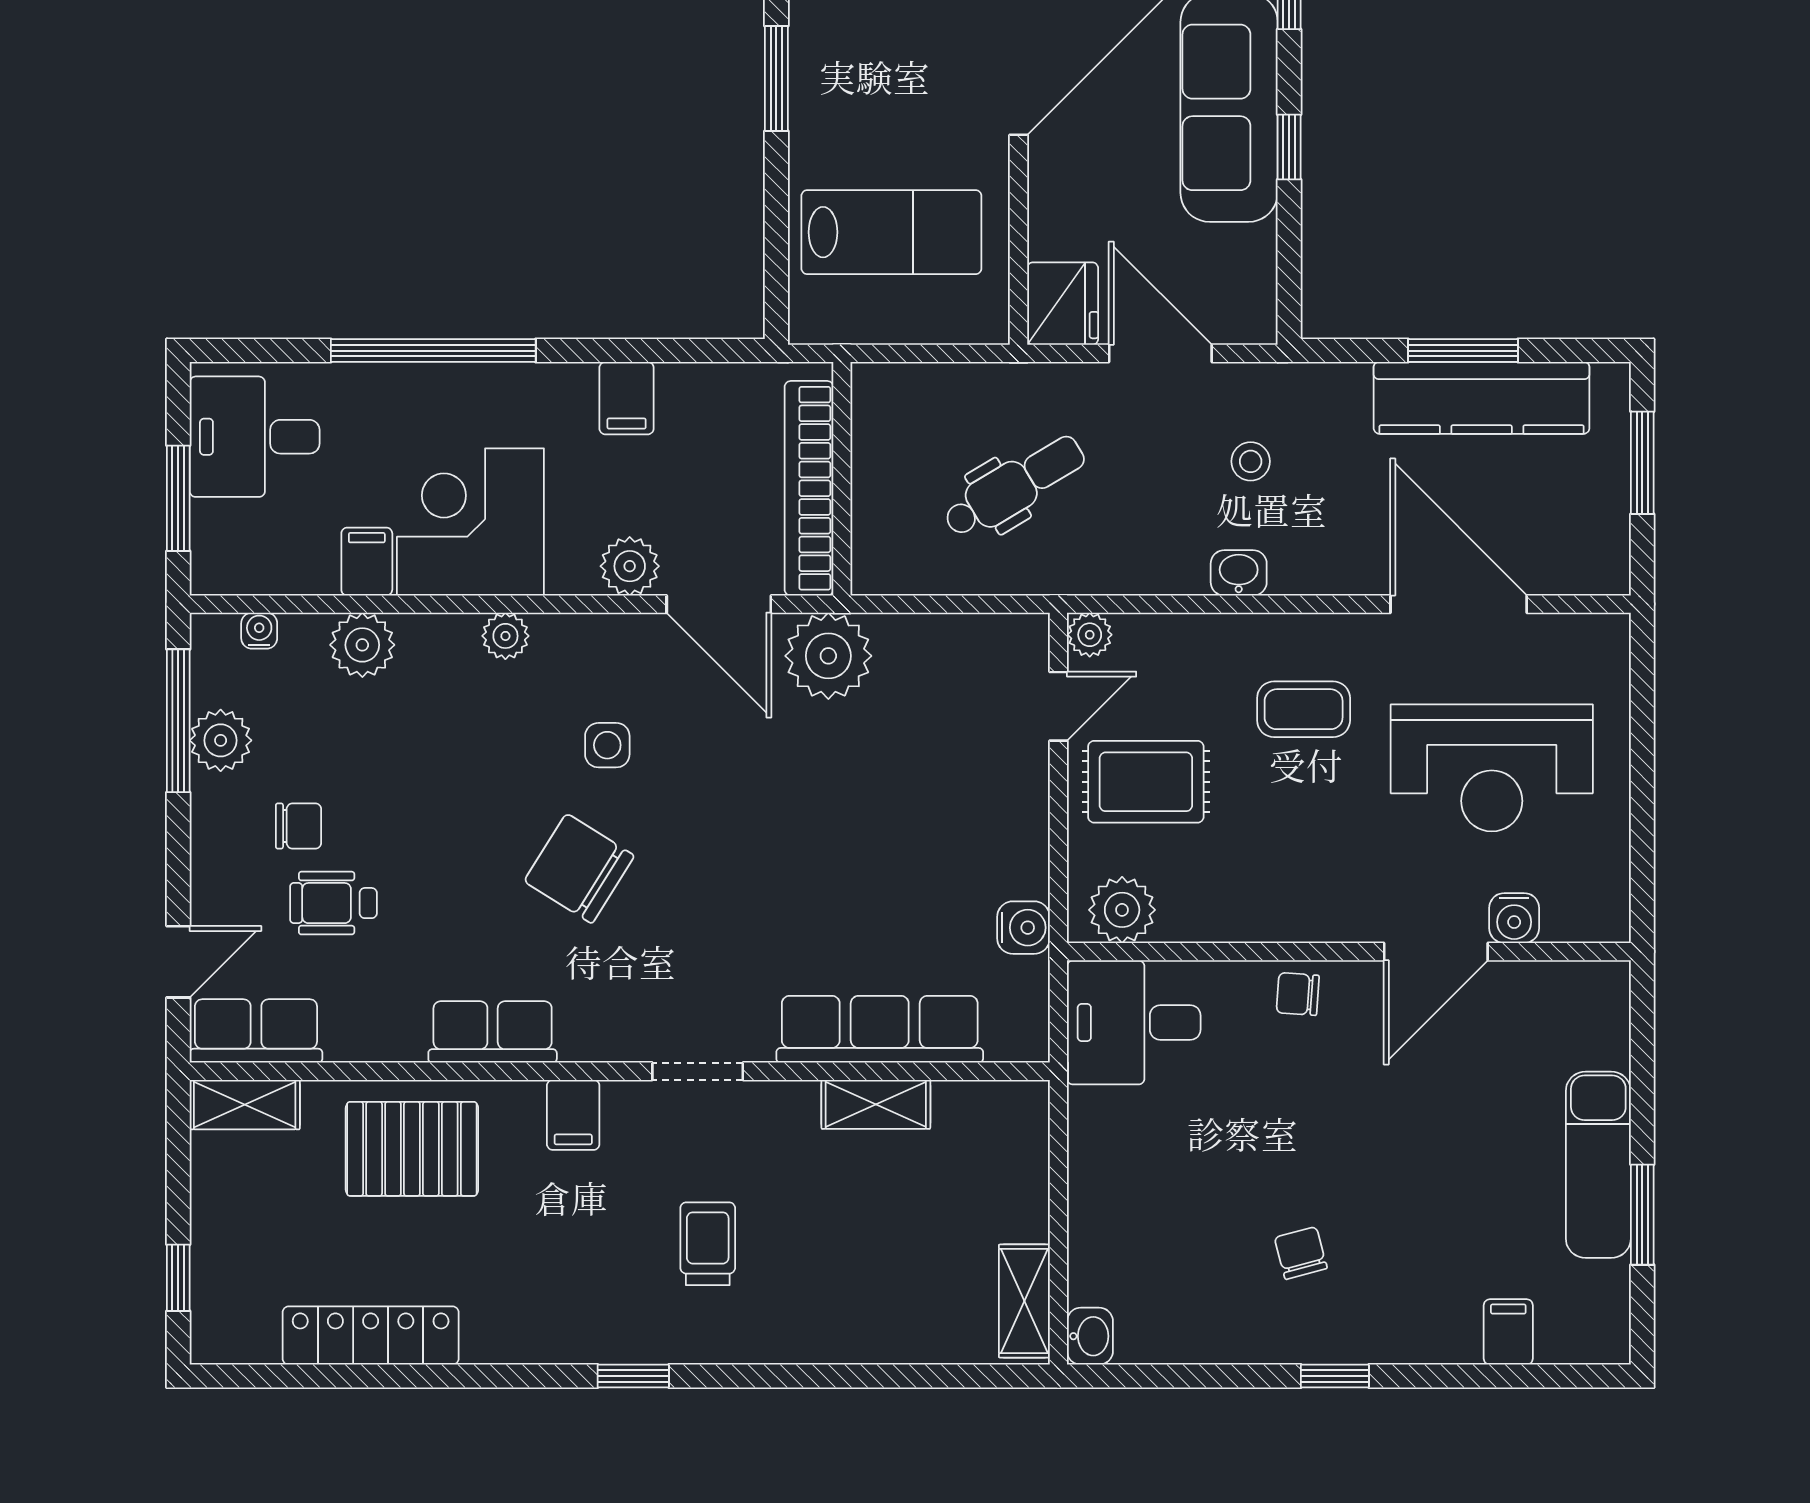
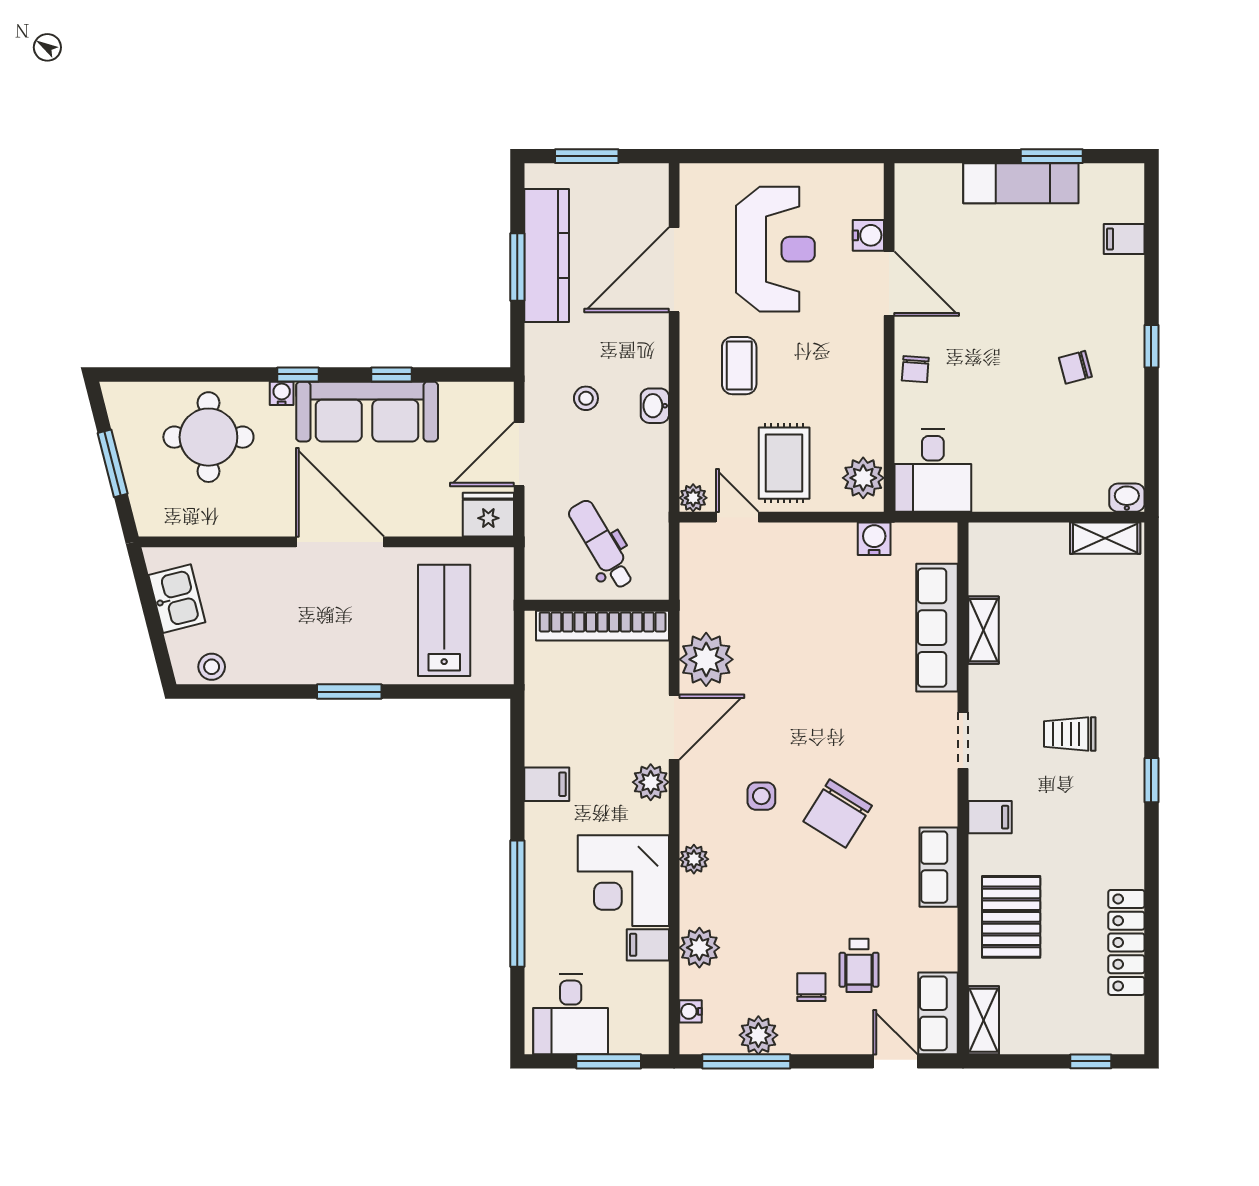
wall: (842, 479) -> (597, 605), moved
bookcase: (809, 488) -> (603, 626), moved

